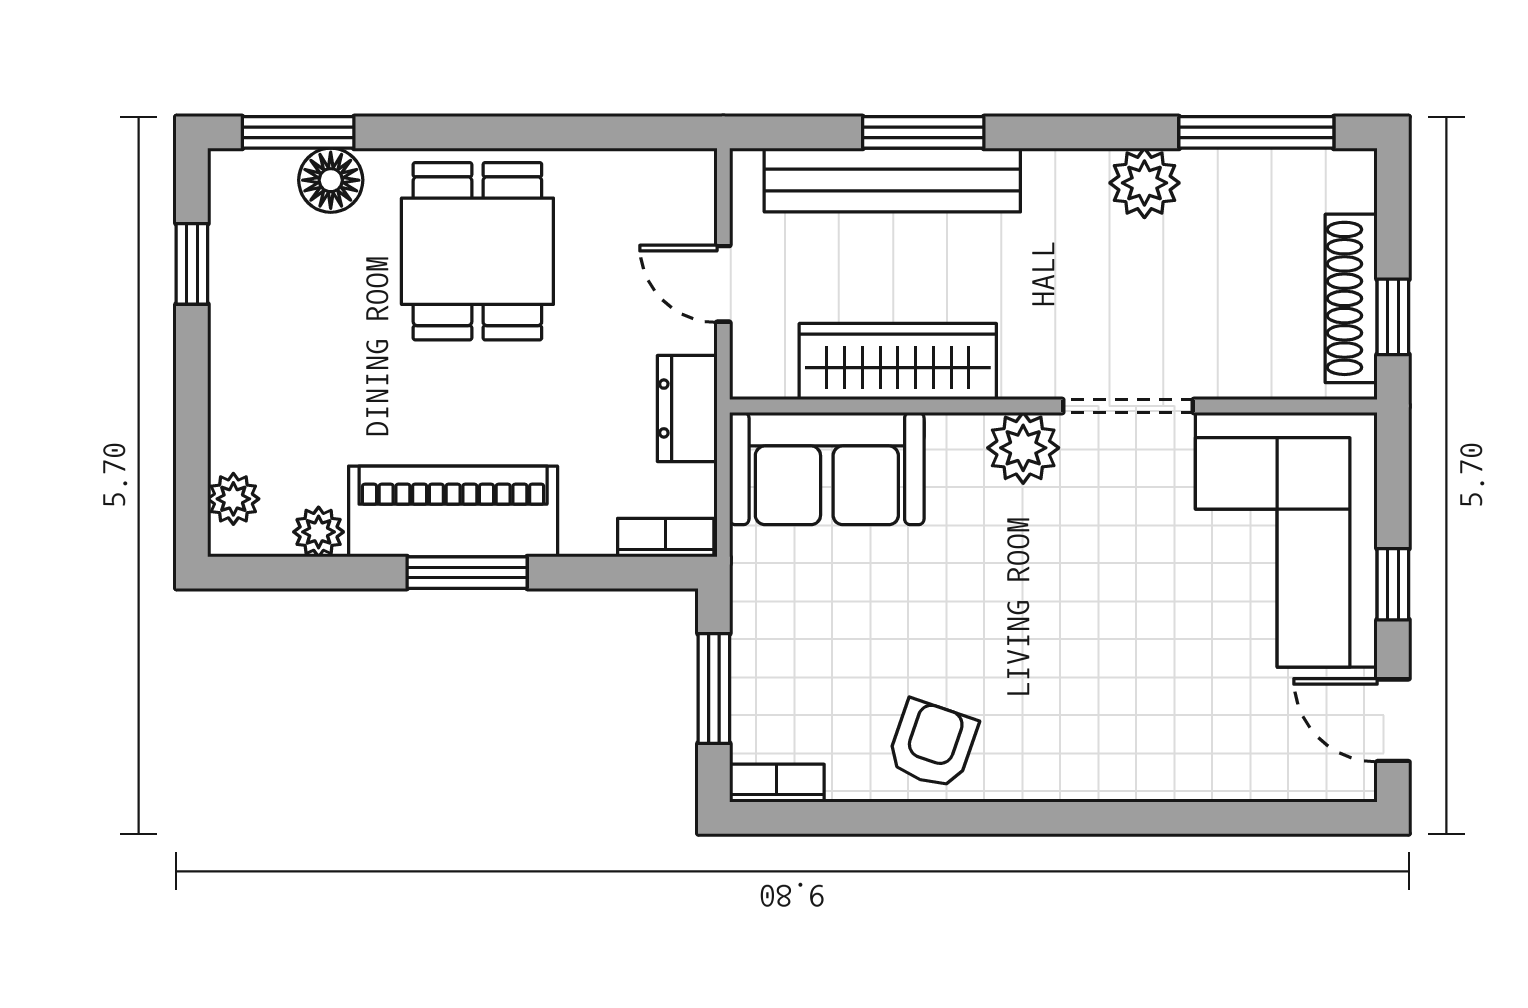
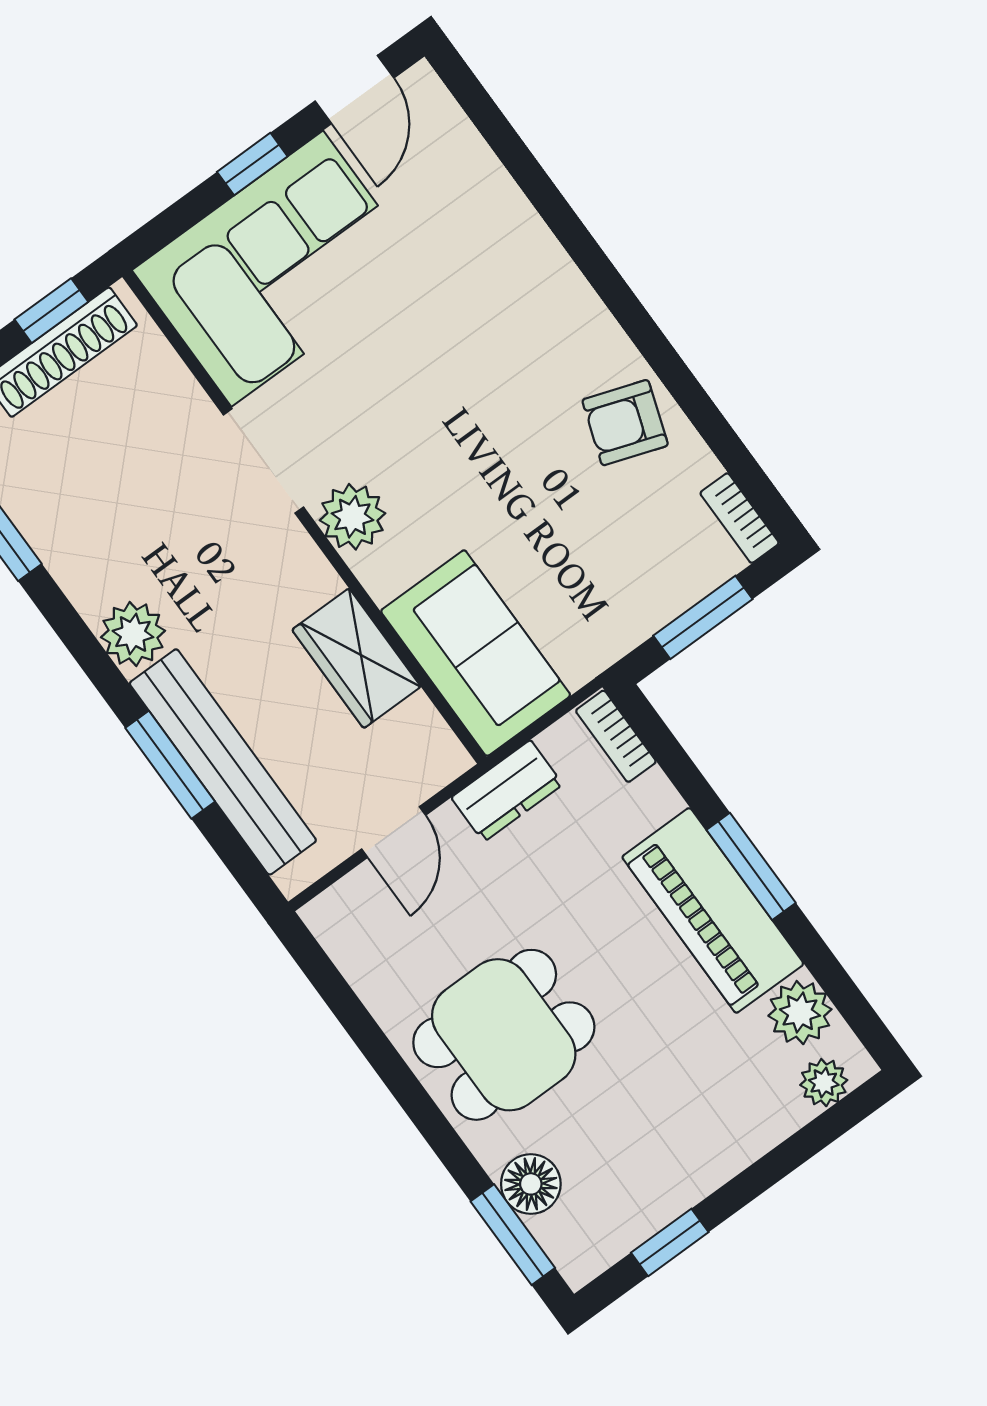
plant: (1144, 183) -> (133, 634), moved
wardrobe: (898, 362) -> (356, 658), width x0.67
plant: (319, 532) -> (800, 1013), width x1.38, depth x1.38

